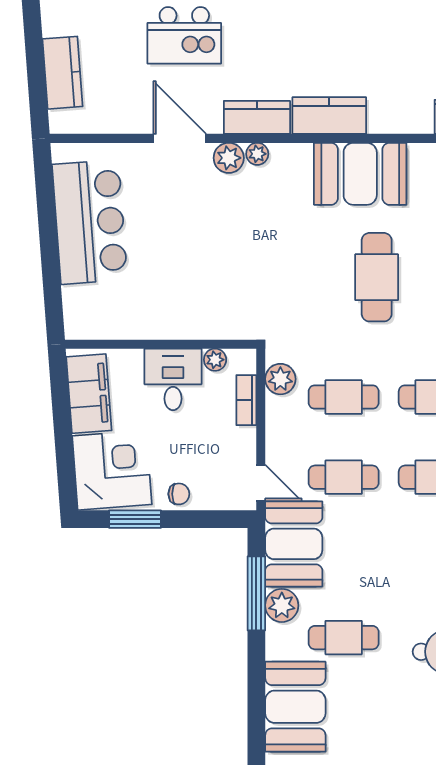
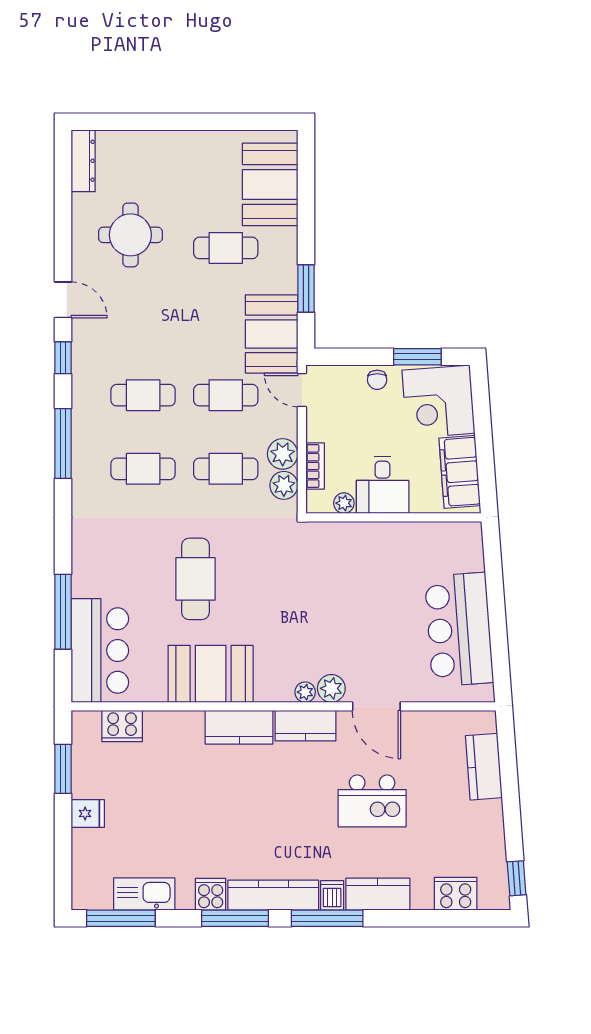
kitchen island: (184, 35) -> (372, 801), turned 180
chair: (179, 494) -> (377, 380), turned -90
window: (256, 593) -> (306, 289), width x0.69
plant: (282, 605) -> (283, 454), moved

